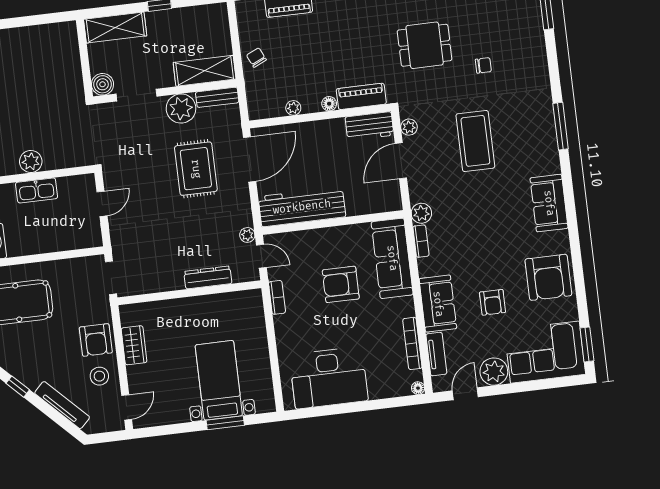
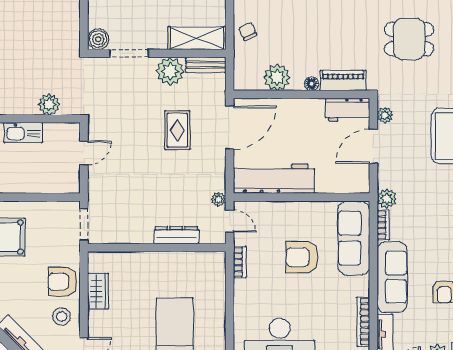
plant: (293, 108) -> (277, 77), width x1.88, depth x1.88
plant: (31, 161) -> (49, 104), moved
rug: (196, 169) -> (177, 130), width x0.73, depth x0.70
sofa: (438, 304) -> (392, 277), width x1.36
armchair: (96, 340) -> (62, 282), turned 90

